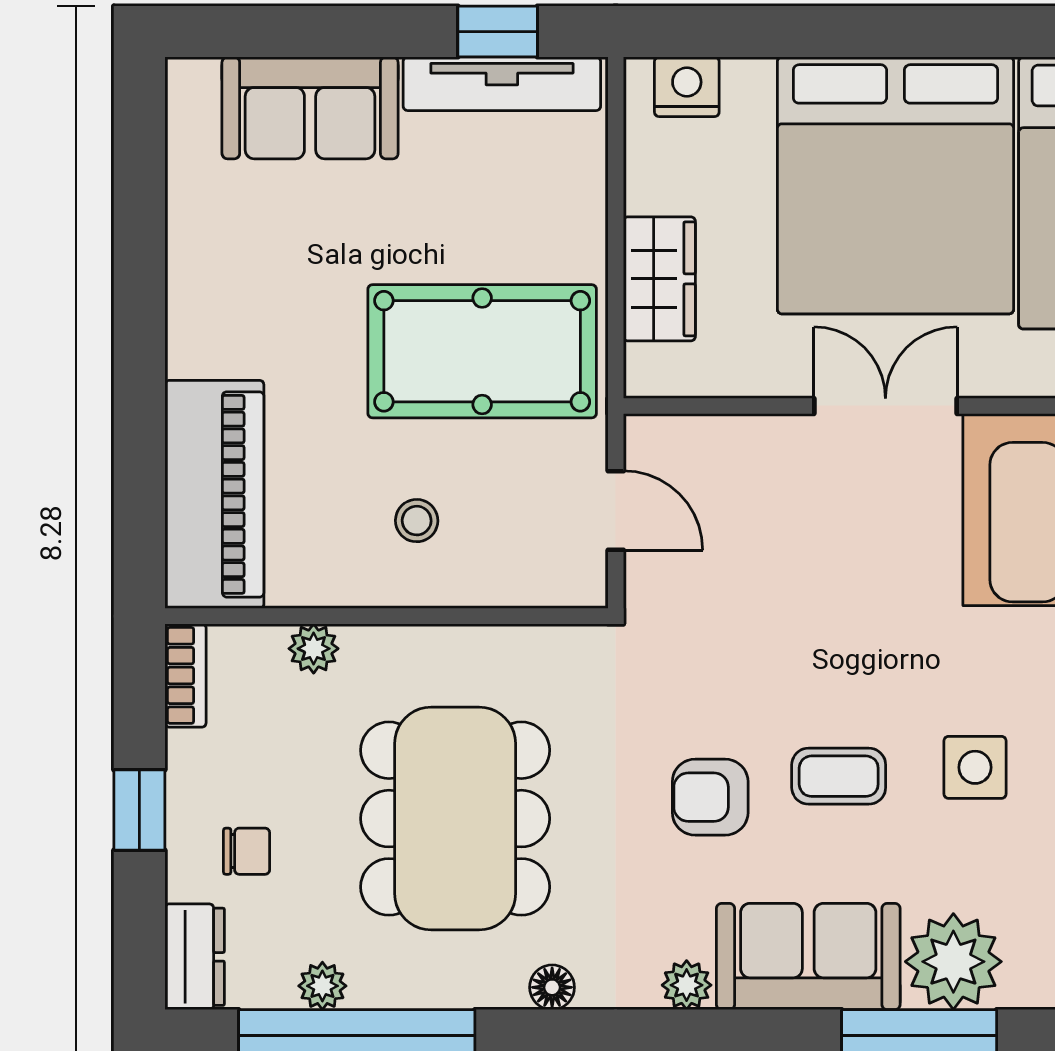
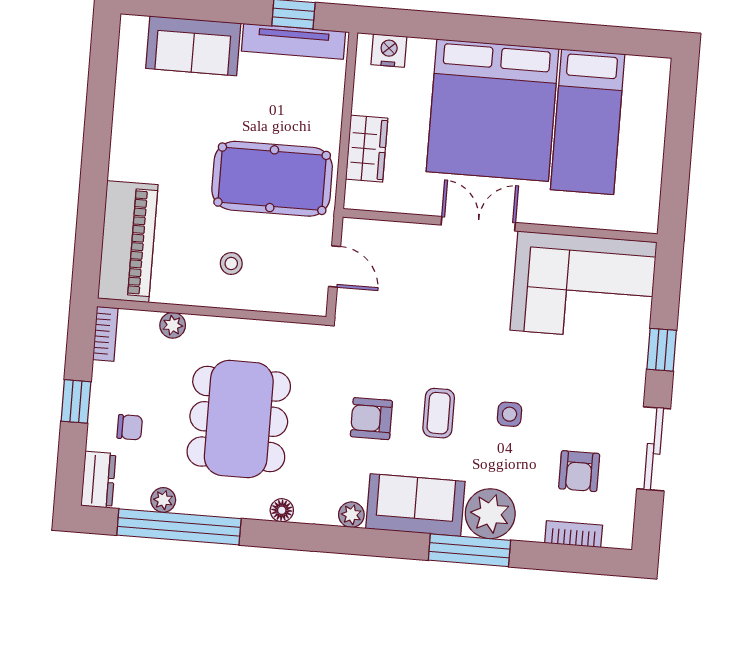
side table: (975, 767) -> (509, 414), width x0.73, depth x0.73
coffee table: (839, 776) -> (439, 413), turned 90

